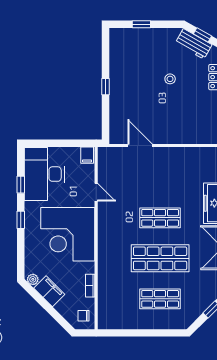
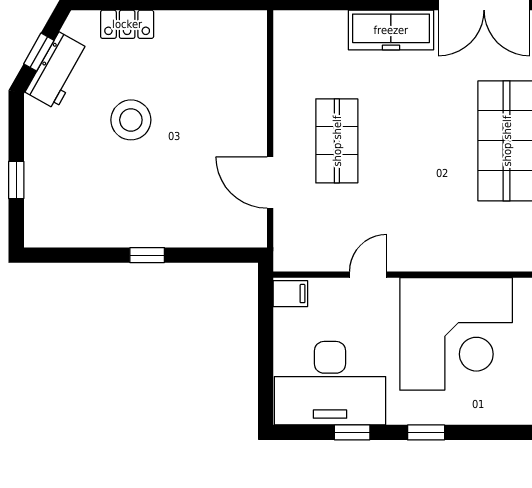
stool: (170, 79) -> (131, 120), width x1.89, depth x1.89
door: (140, 145) -> (270, 183), hinge flipped
shop shelf: (160, 218) -> (337, 141), moved

